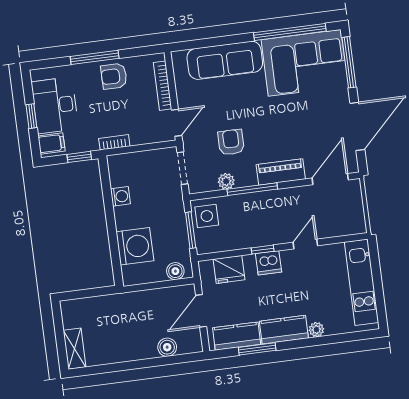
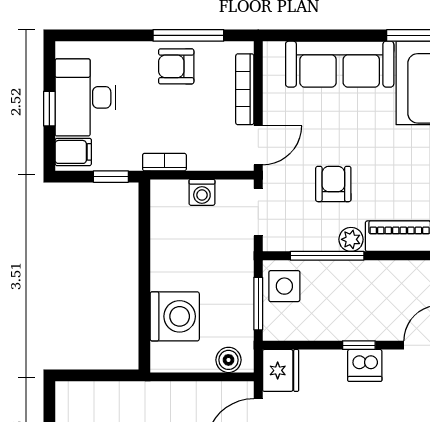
window: (95, 57) -> (188, 35), moved
plant: (226, 181) -> (351, 239), moved
window: (252, 189) -> (327, 256), moved
washing machine: (120, 196) -> (202, 192), moved, turned 90
fridge: (229, 269) -> (281, 370), moved, turned -90

